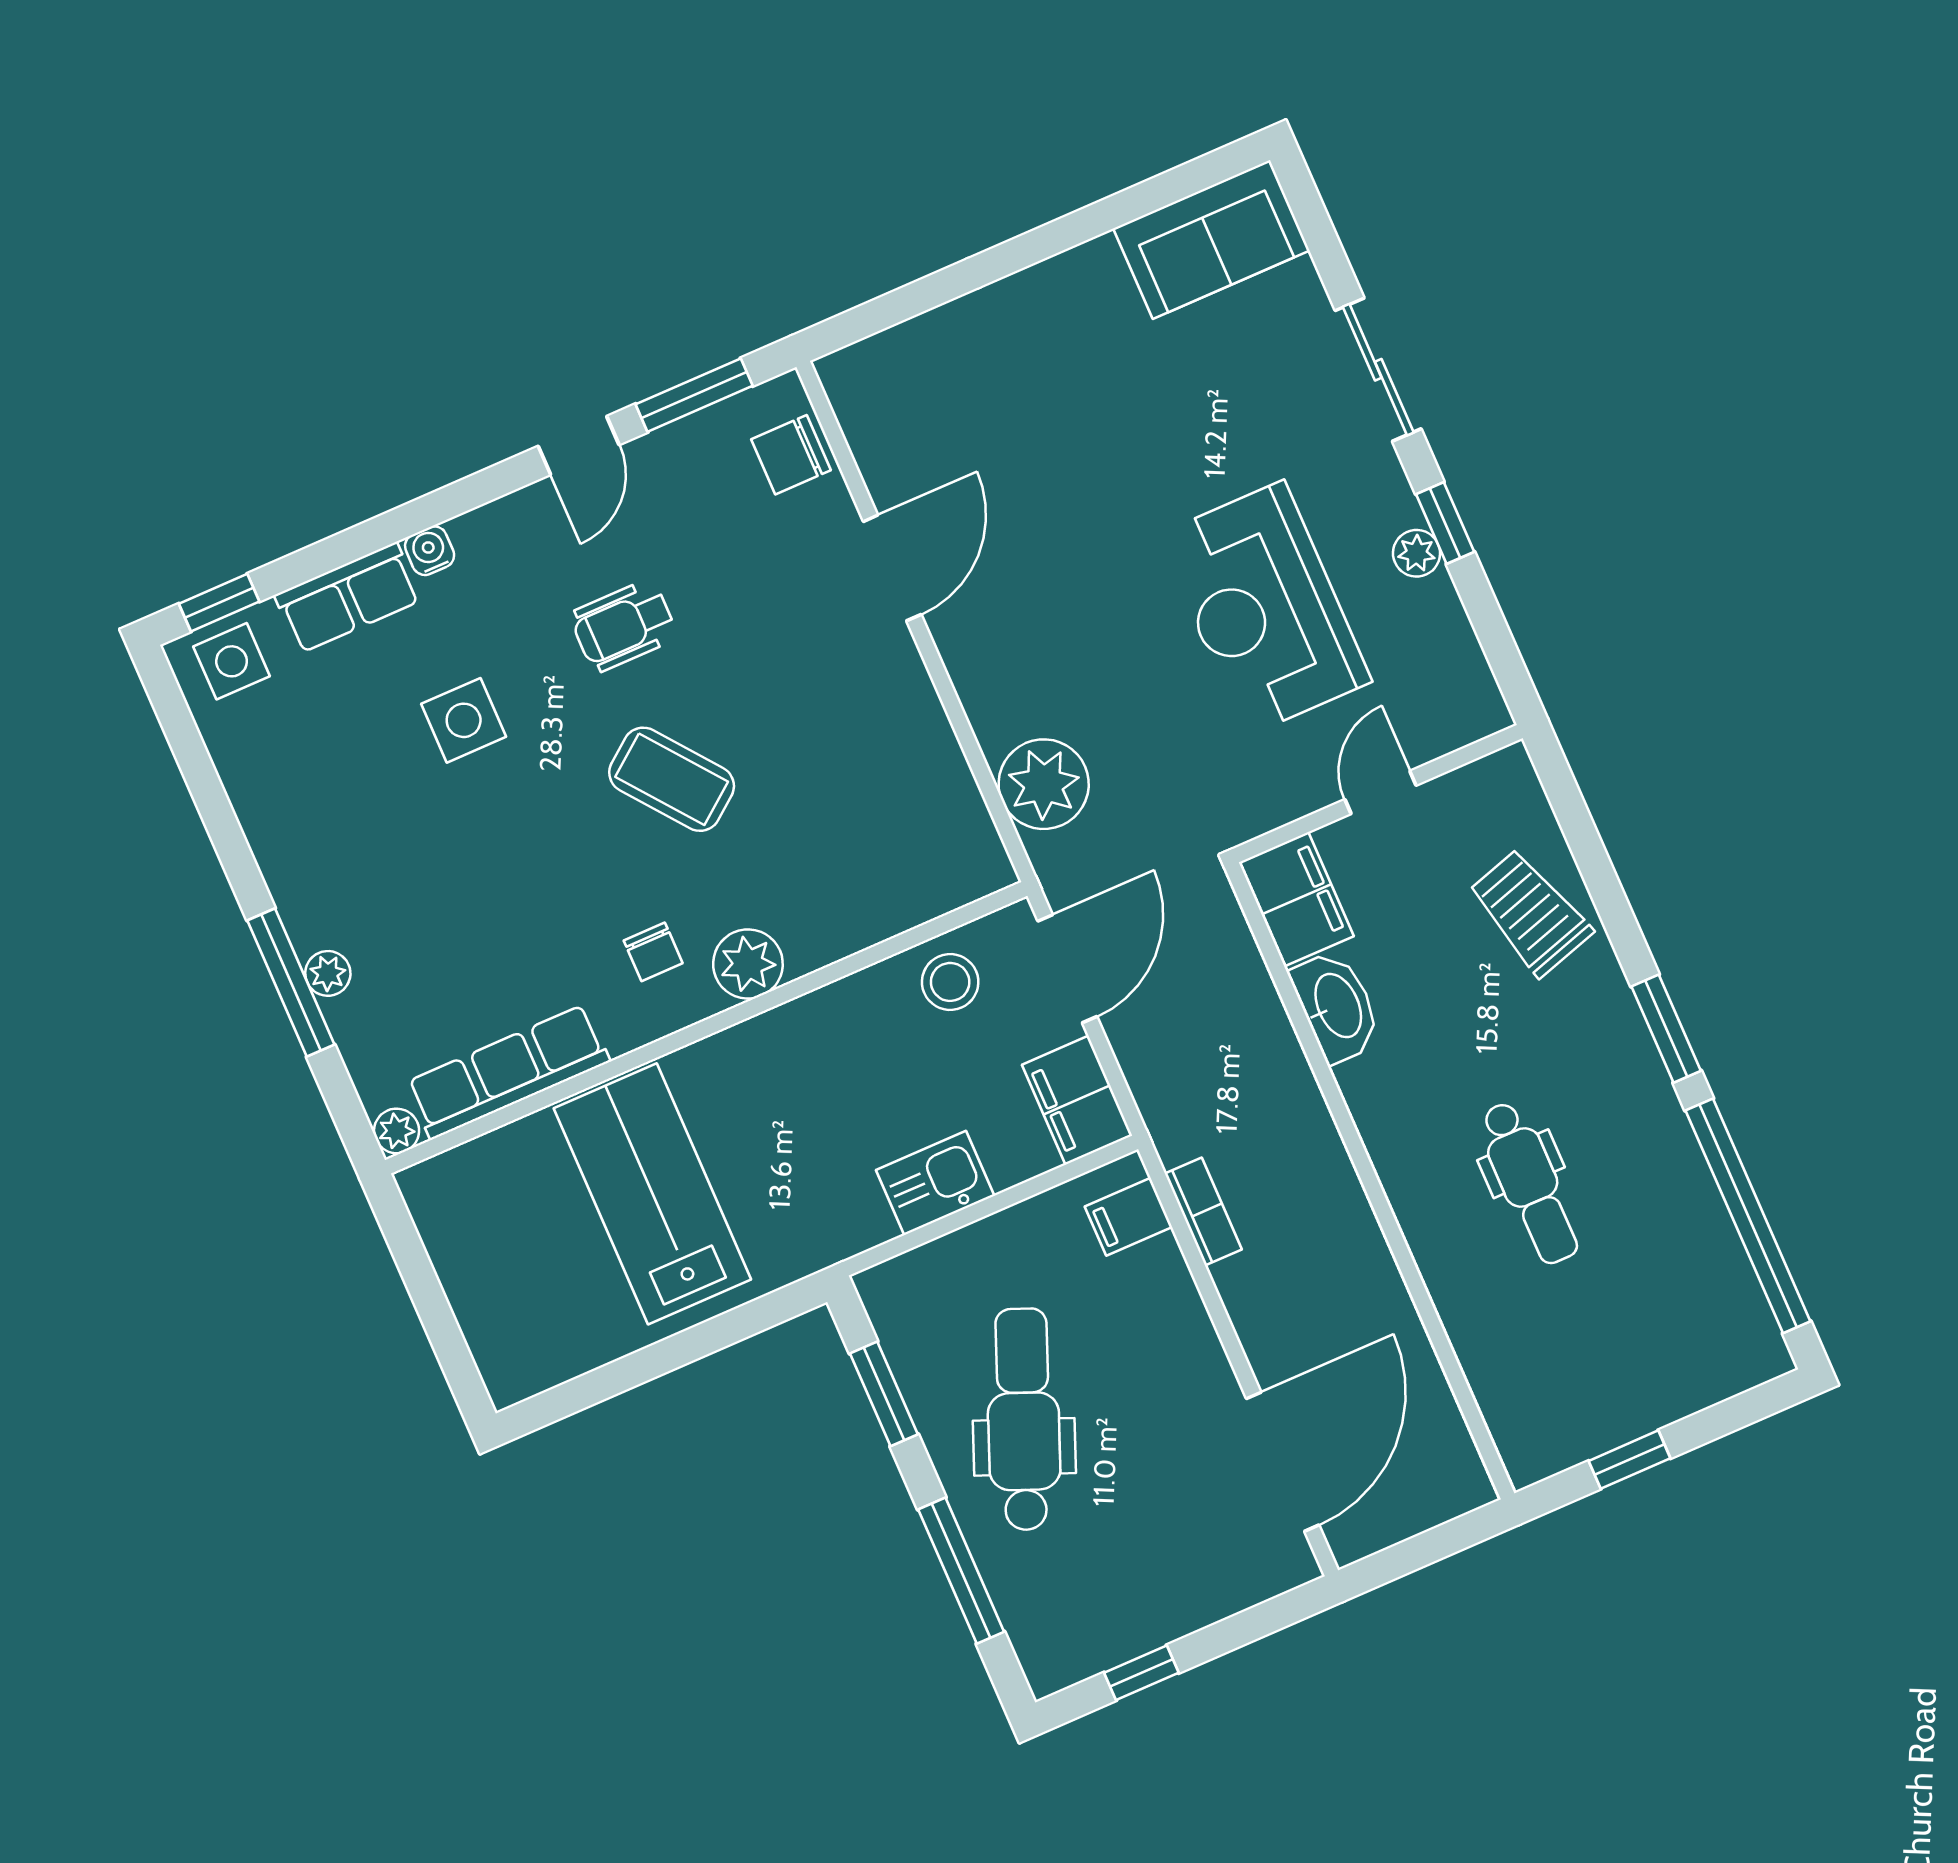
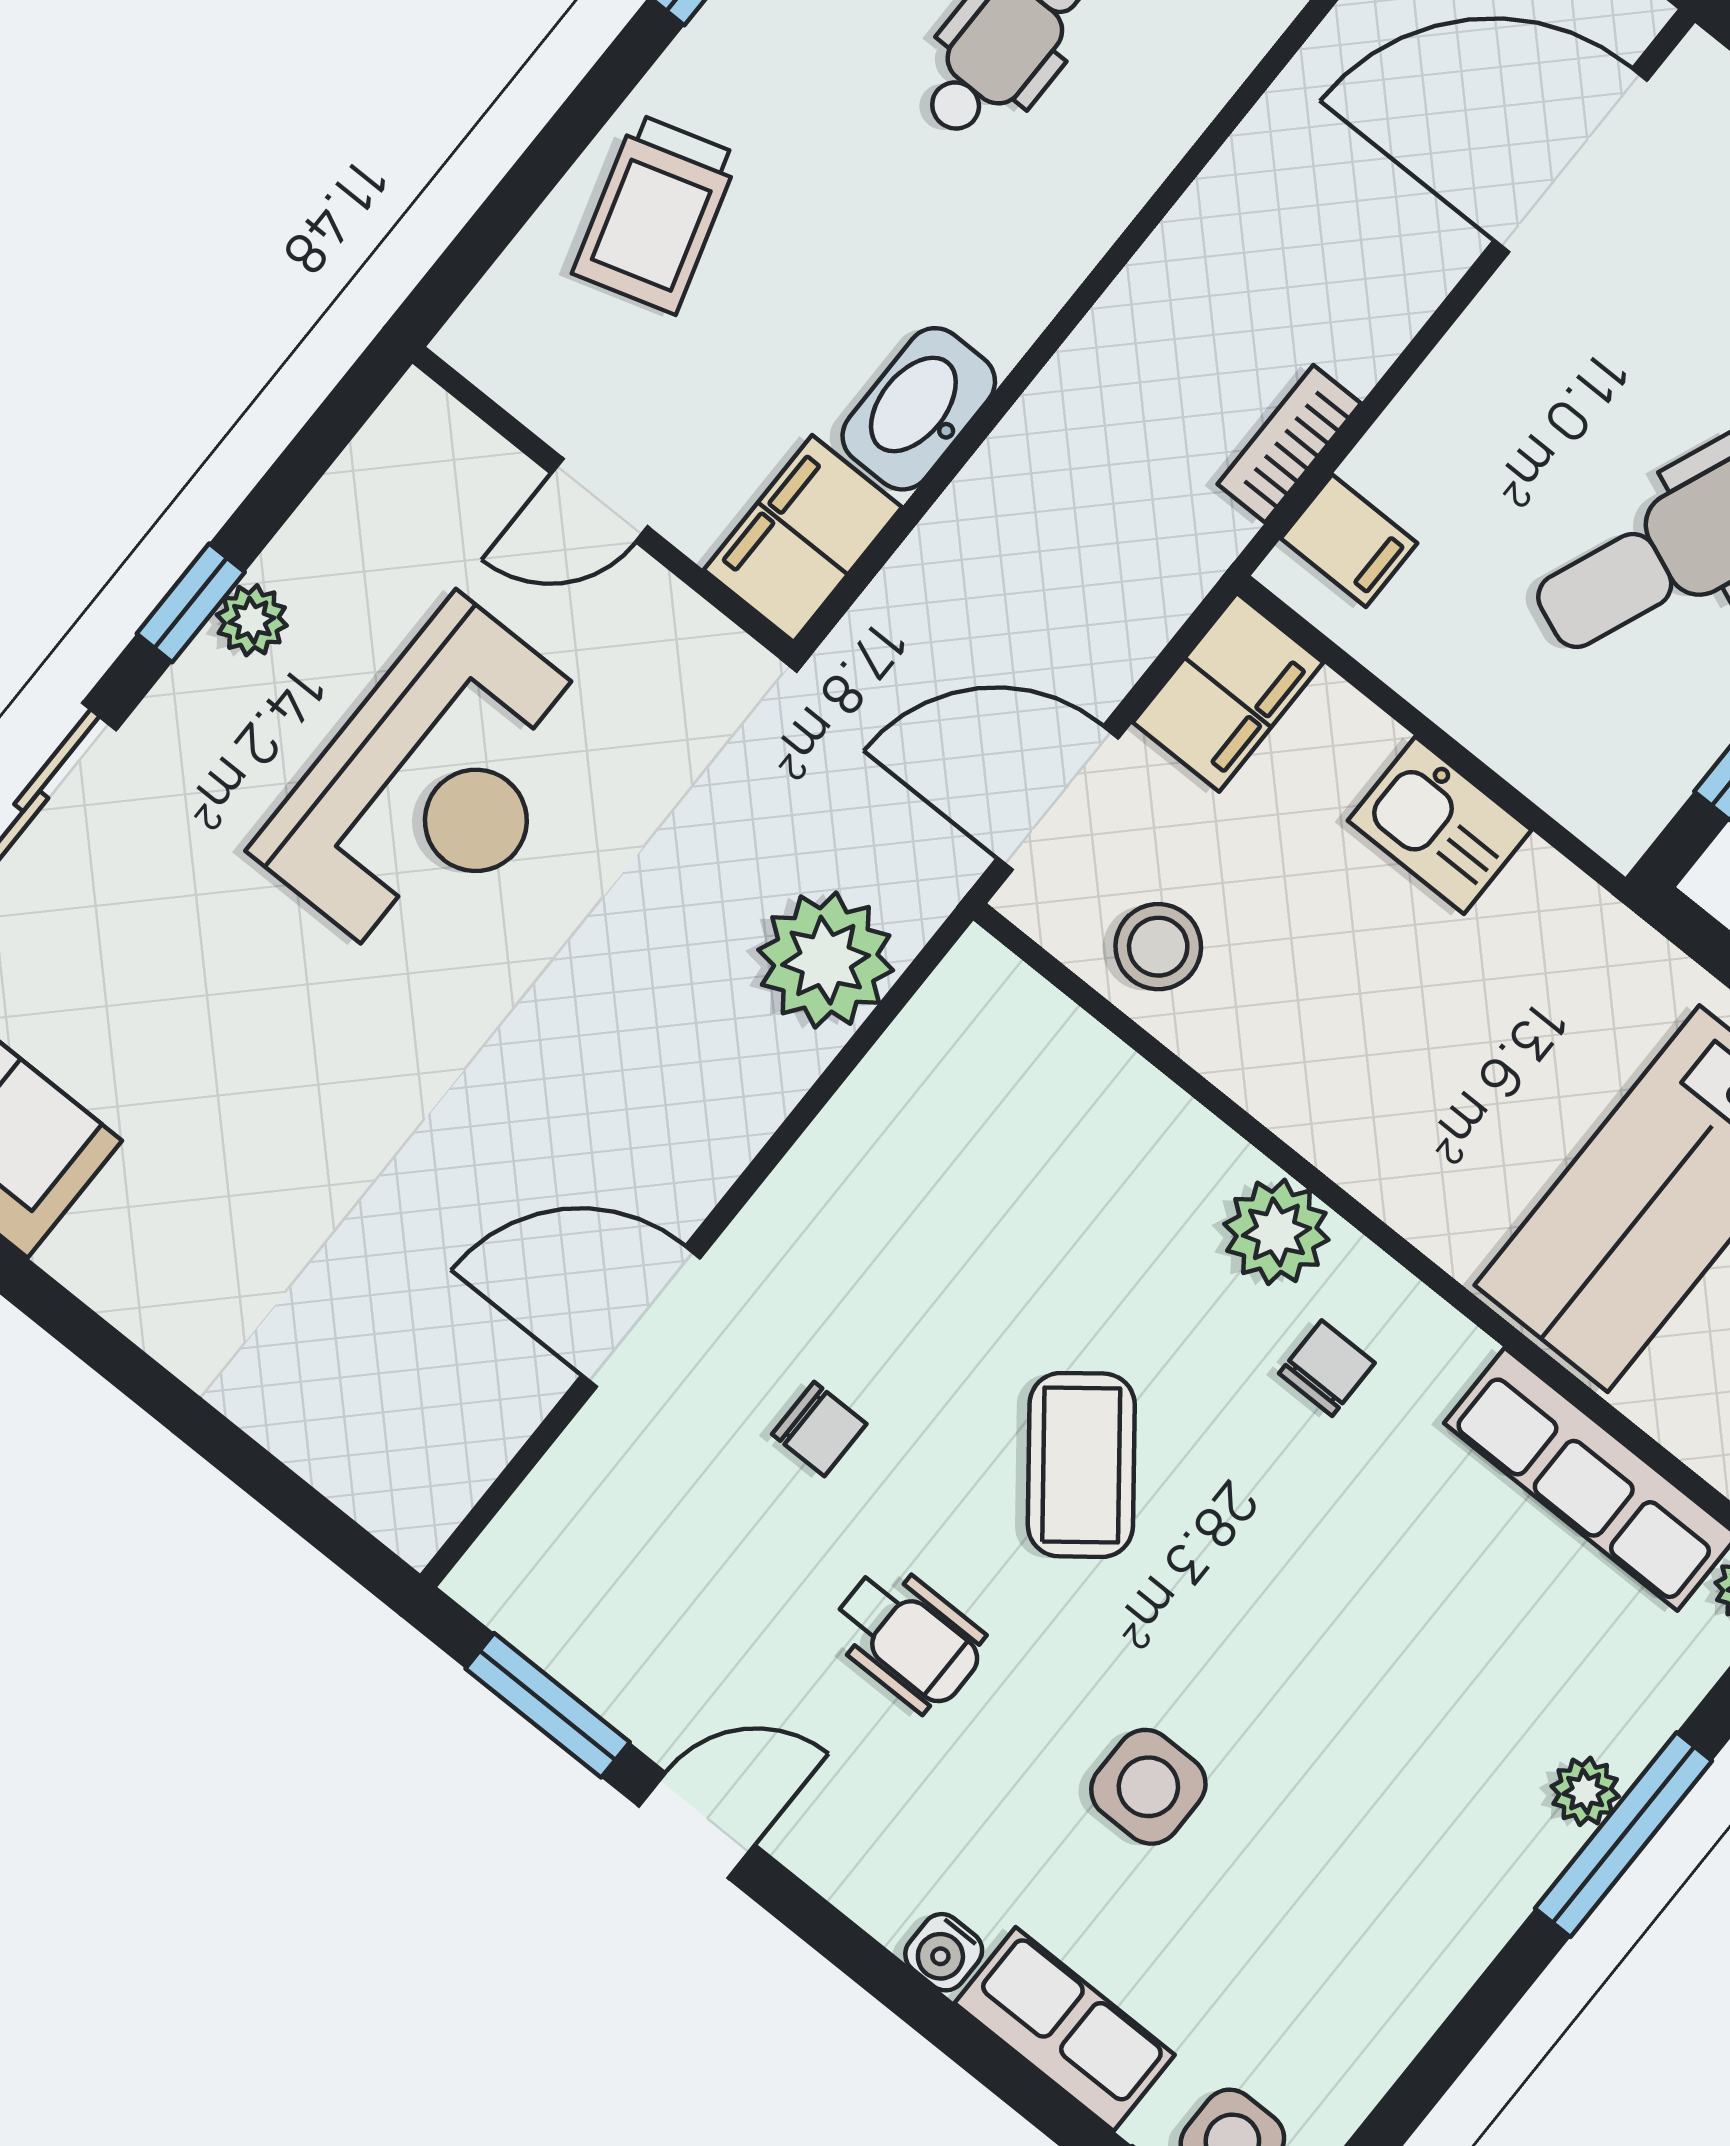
chair: (791, 455) -> (819, 1429), moved, width x0.73, depth x0.73

